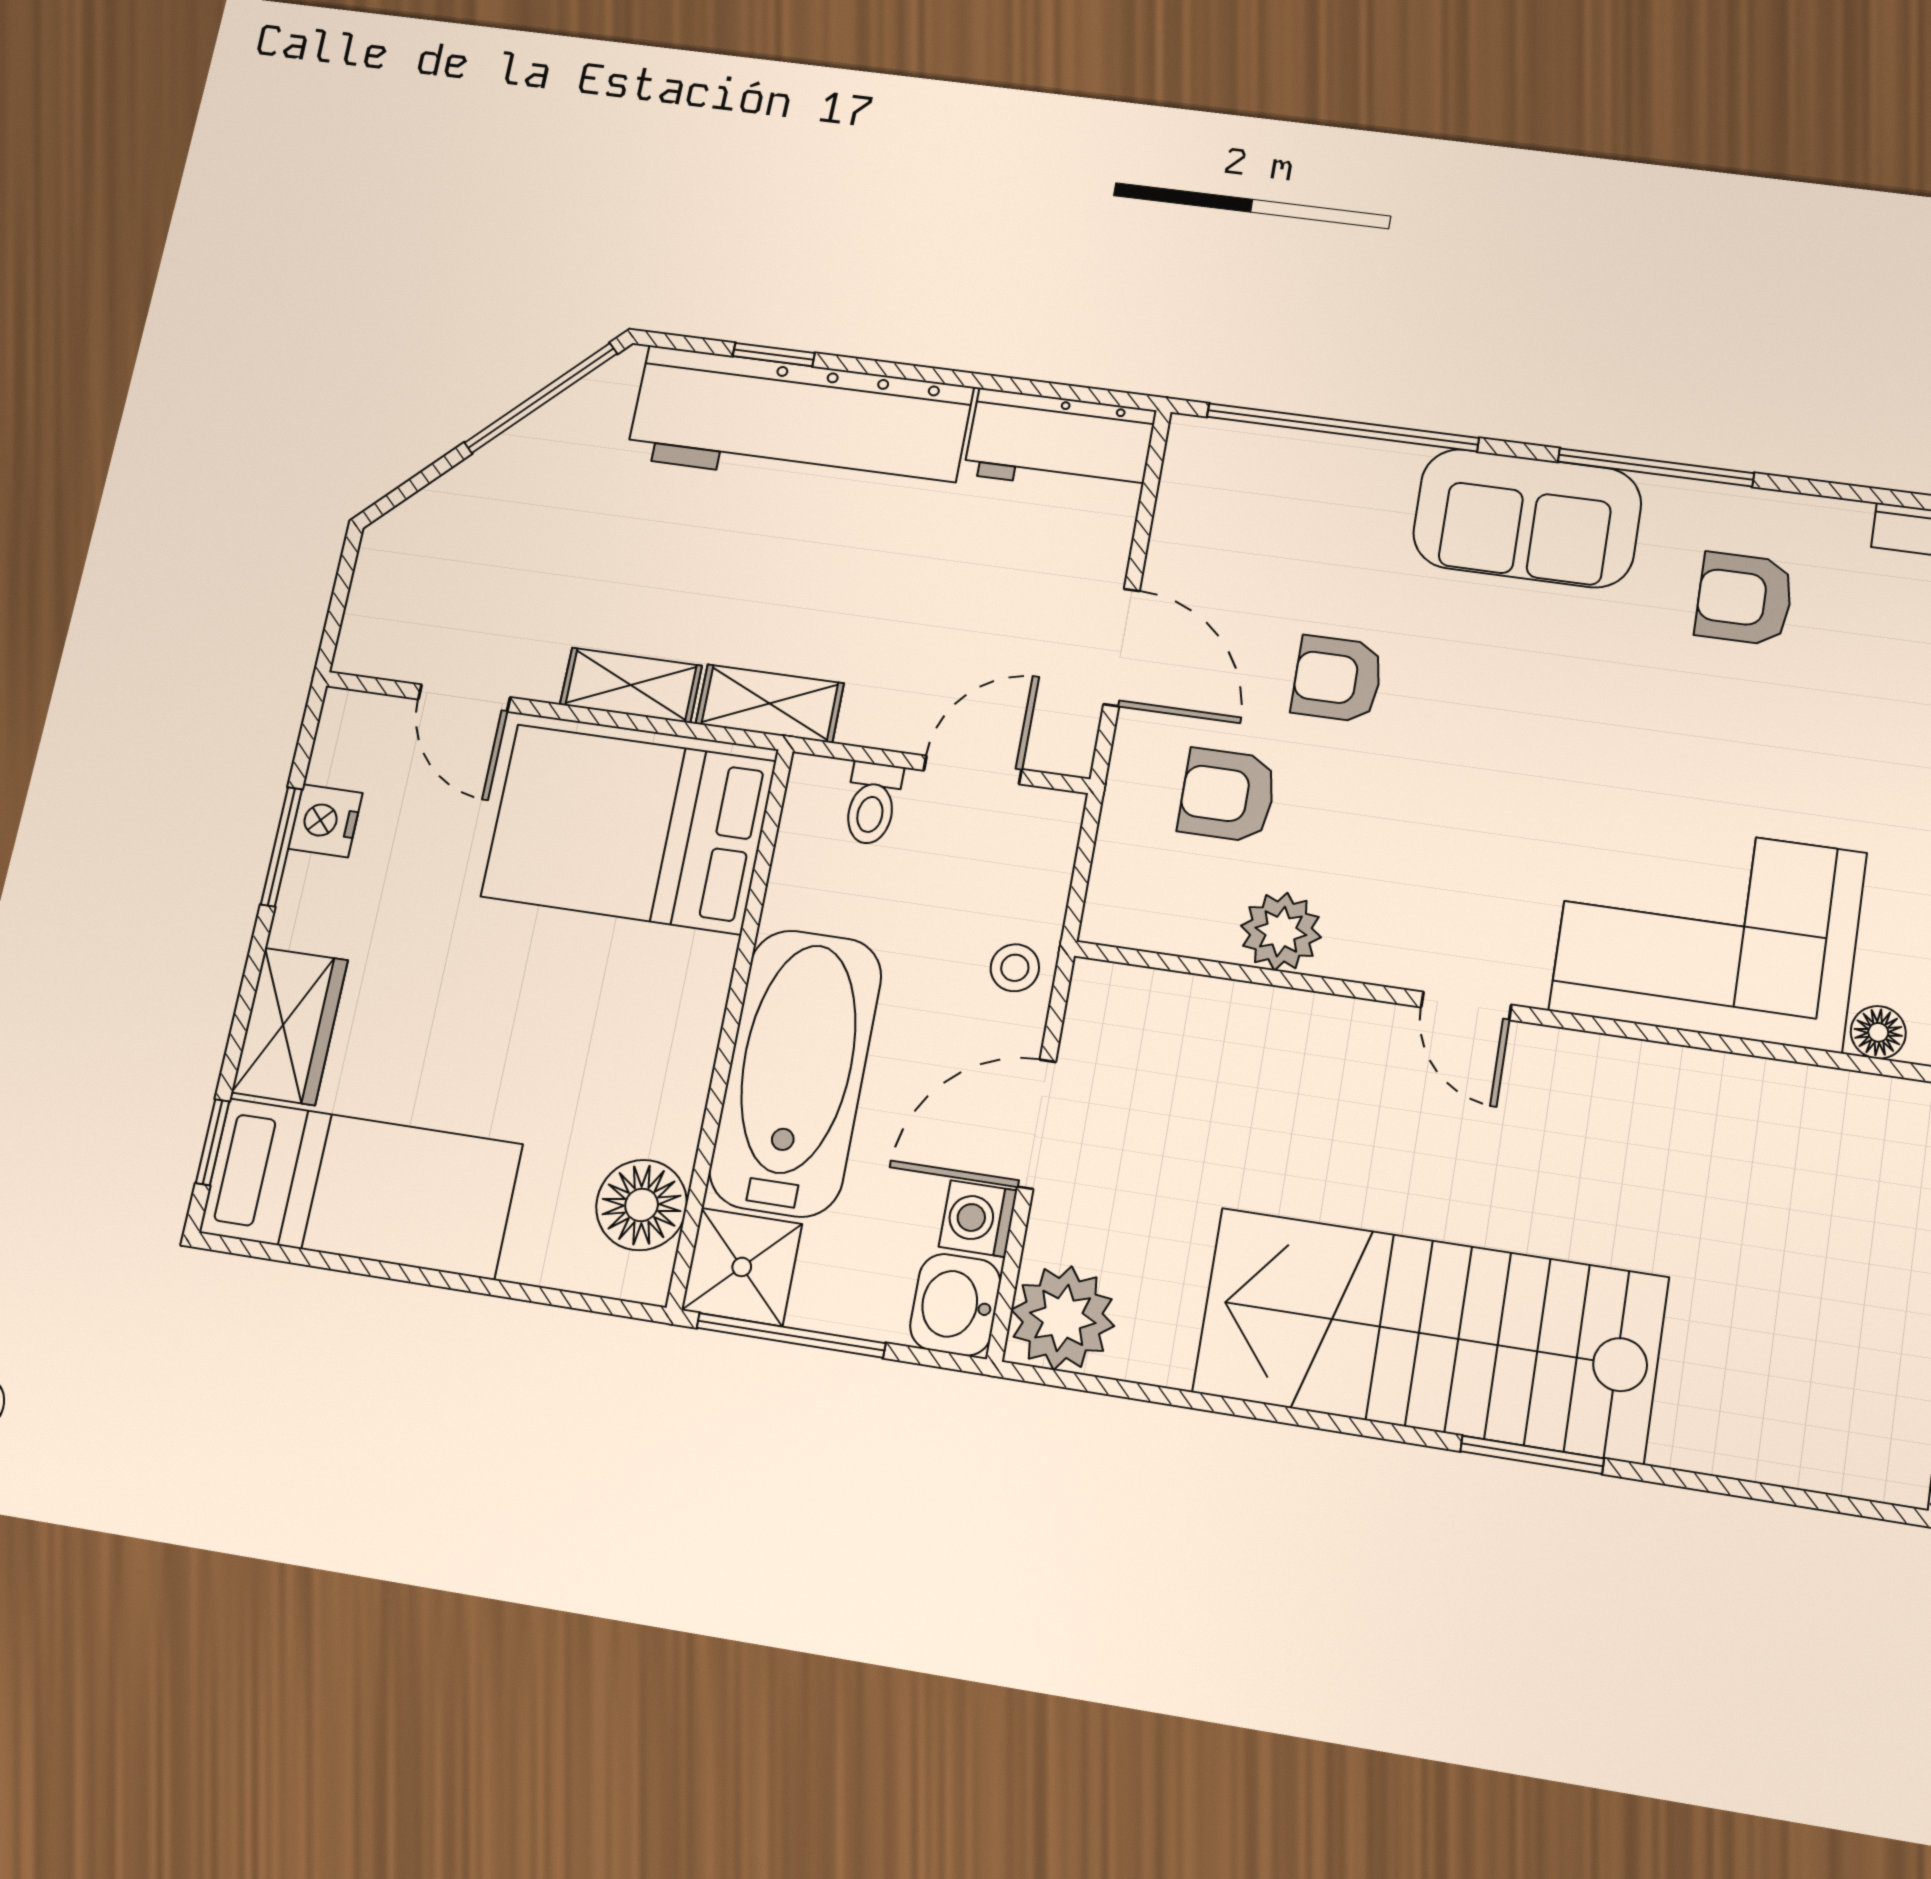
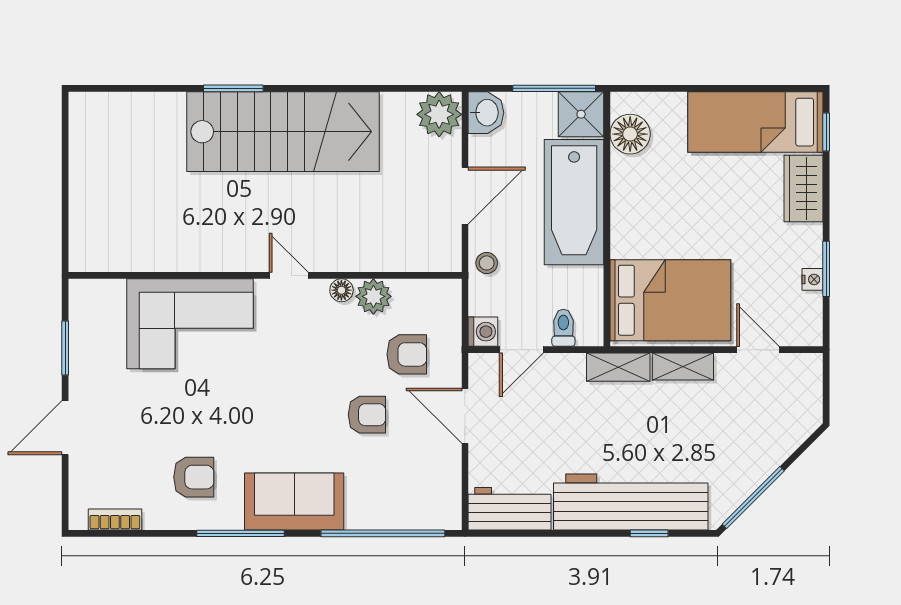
nightstand: (325, 821) -> (812, 279), width x0.72, depth x0.74
floor lamp: (1878, 1032) -> (341, 290), moved
washing machine: (978, 1219) -> (483, 332), moved

